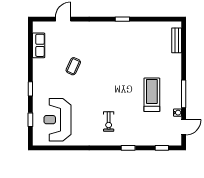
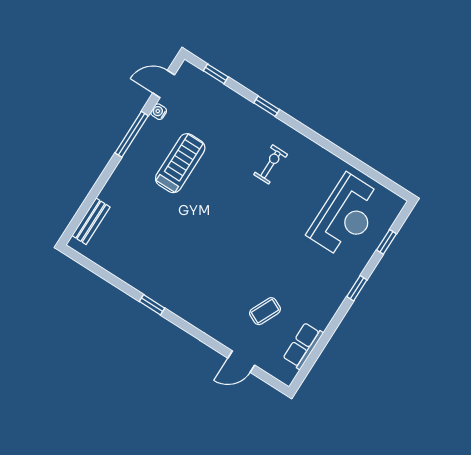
coffee table: (73, 66) -> (265, 311), moved
treadmill: (152, 95) -> (180, 163), turned 180

